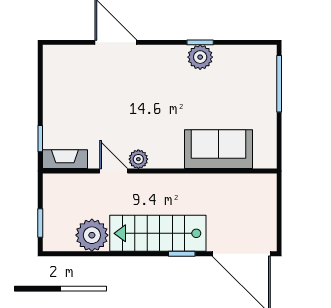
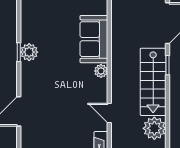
plant: (138, 159) -> (101, 71), moved
door: (114, 171) -> (109, 113), hinge flipped

